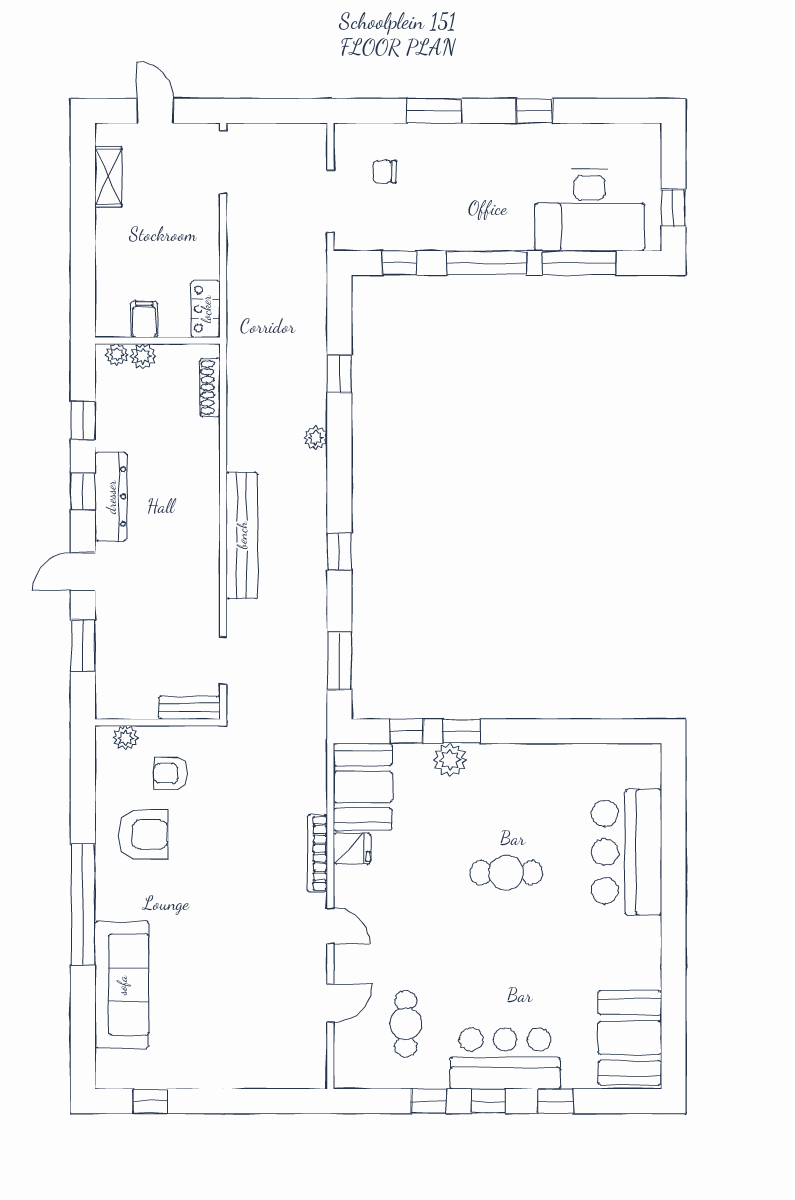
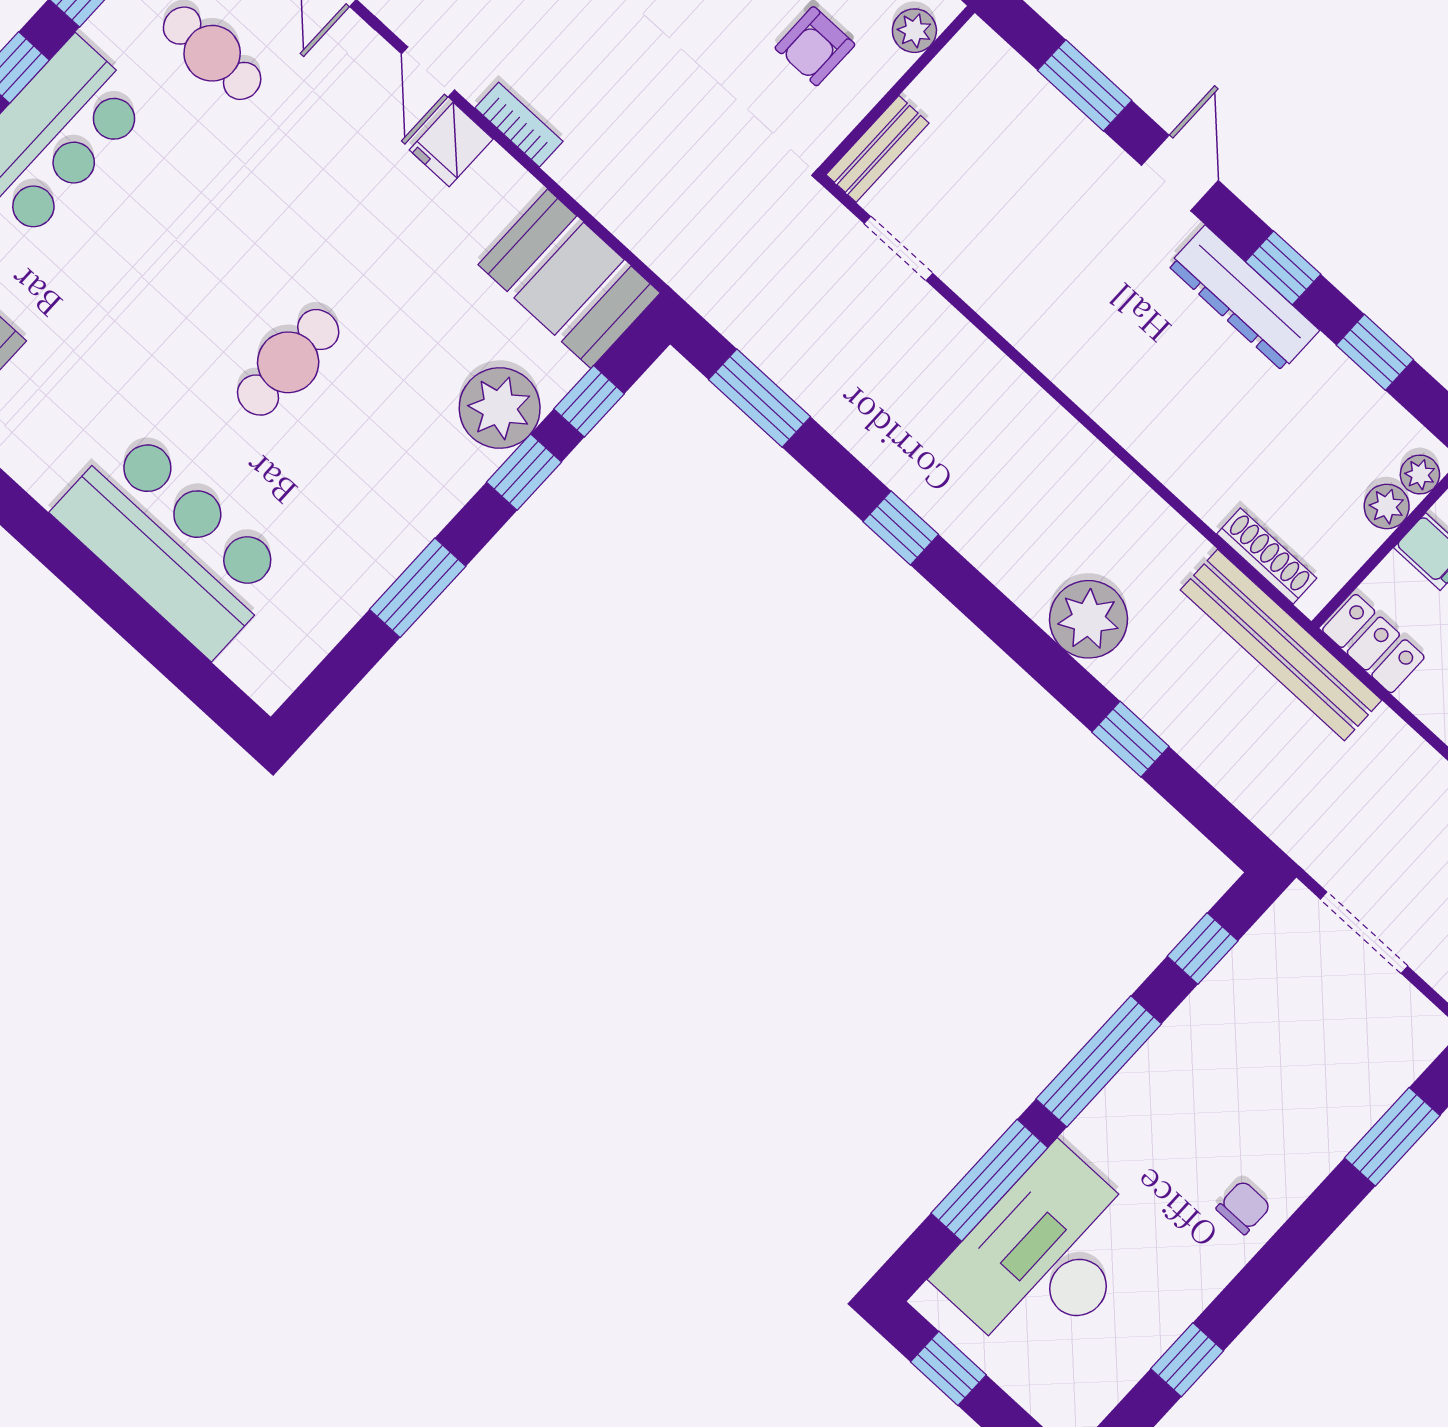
window: (434, 111) -> (1392, 1137), moved
window: (534, 111) -> (1187, 1360), moved
chair: (385, 172) -> (1243, 1207), moved
plant: (316, 438) -> (1088, 619), width x1.88, depth x1.88
bench: (242, 535) -> (1281, 645), moved
window: (551, 731) -> (418, 588), added
plant: (450, 760) -> (500, 408), width x1.36, depth x1.36
armchair: (170, 773) -> (815, 46), turned 180
fridge: (352, 848) -> (451, 144), moved
bookcase: (317, 853) -> (519, 125), width x0.64
door: (330, 926) -> (428, 72), hinge flipped

